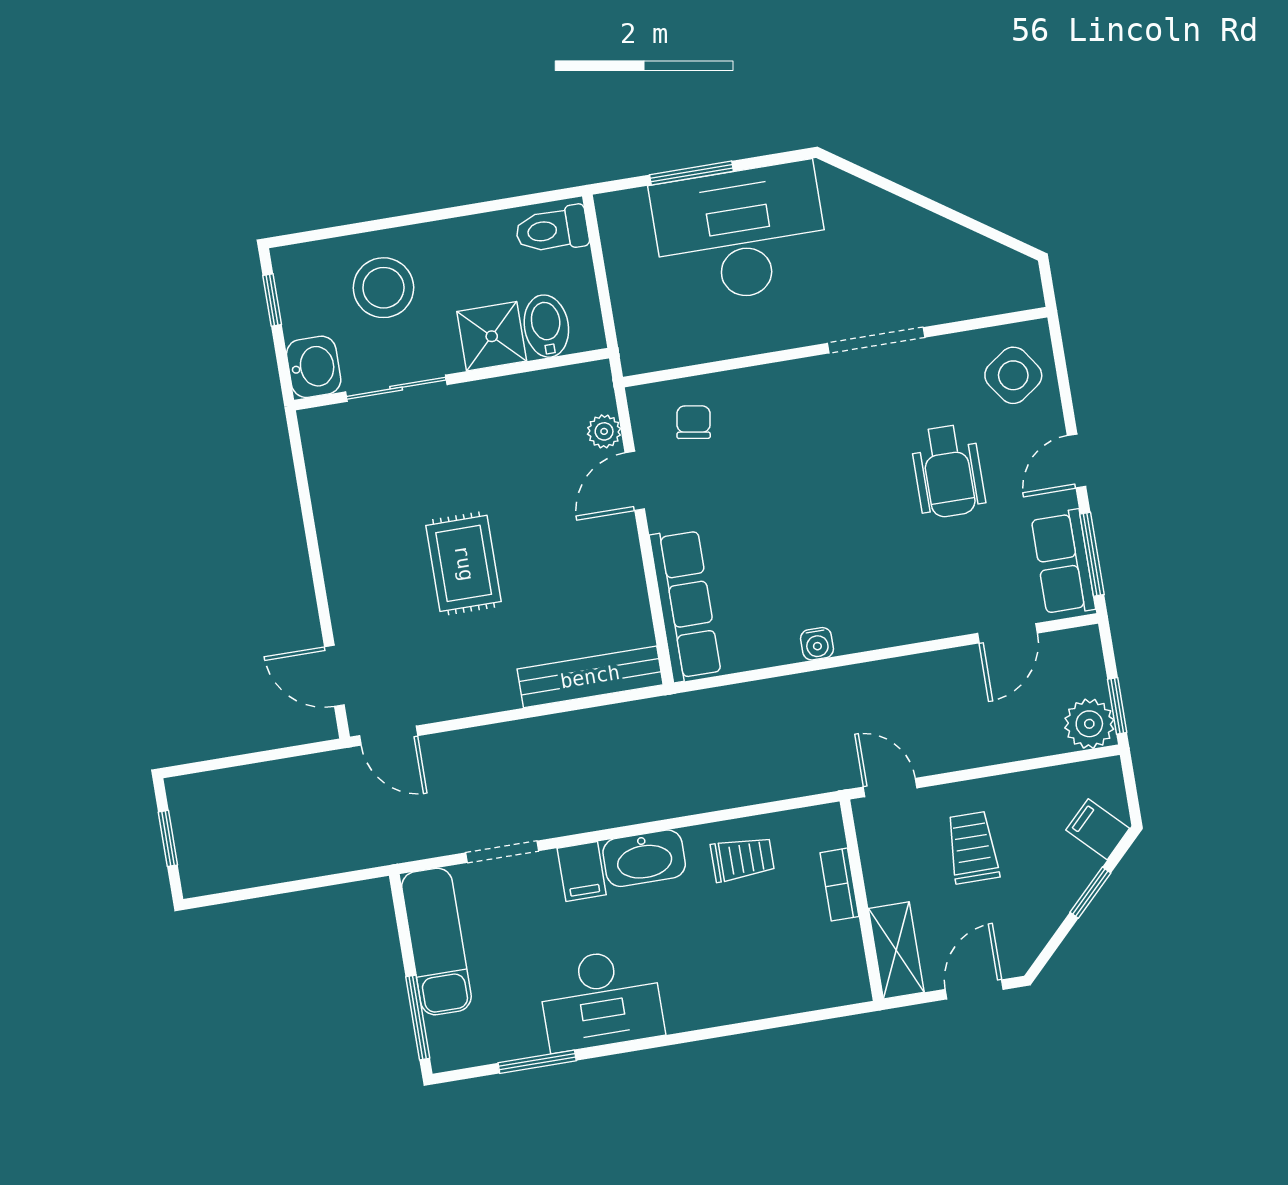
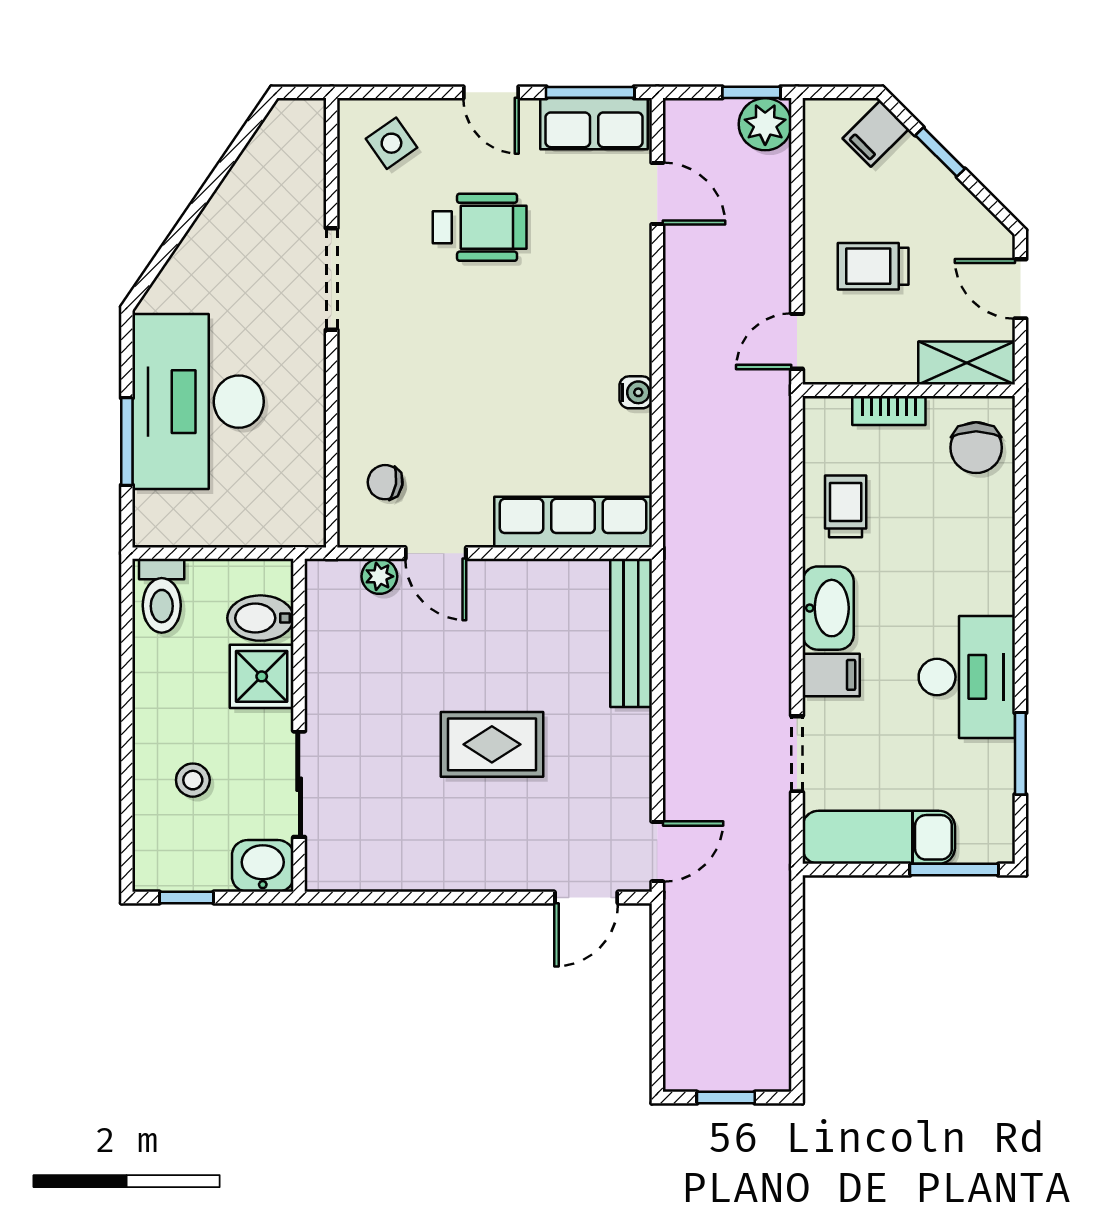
stool: (383, 288) -> (193, 780), width x0.53, depth x0.53
side table: (1013, 375) -> (391, 143), width x0.73, depth x0.73
chair: (818, 972) -> (976, 448), added

